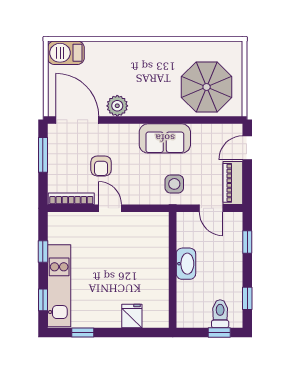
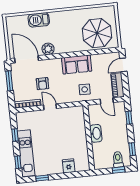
barbecue: (66, 53) -> (39, 20), moved

